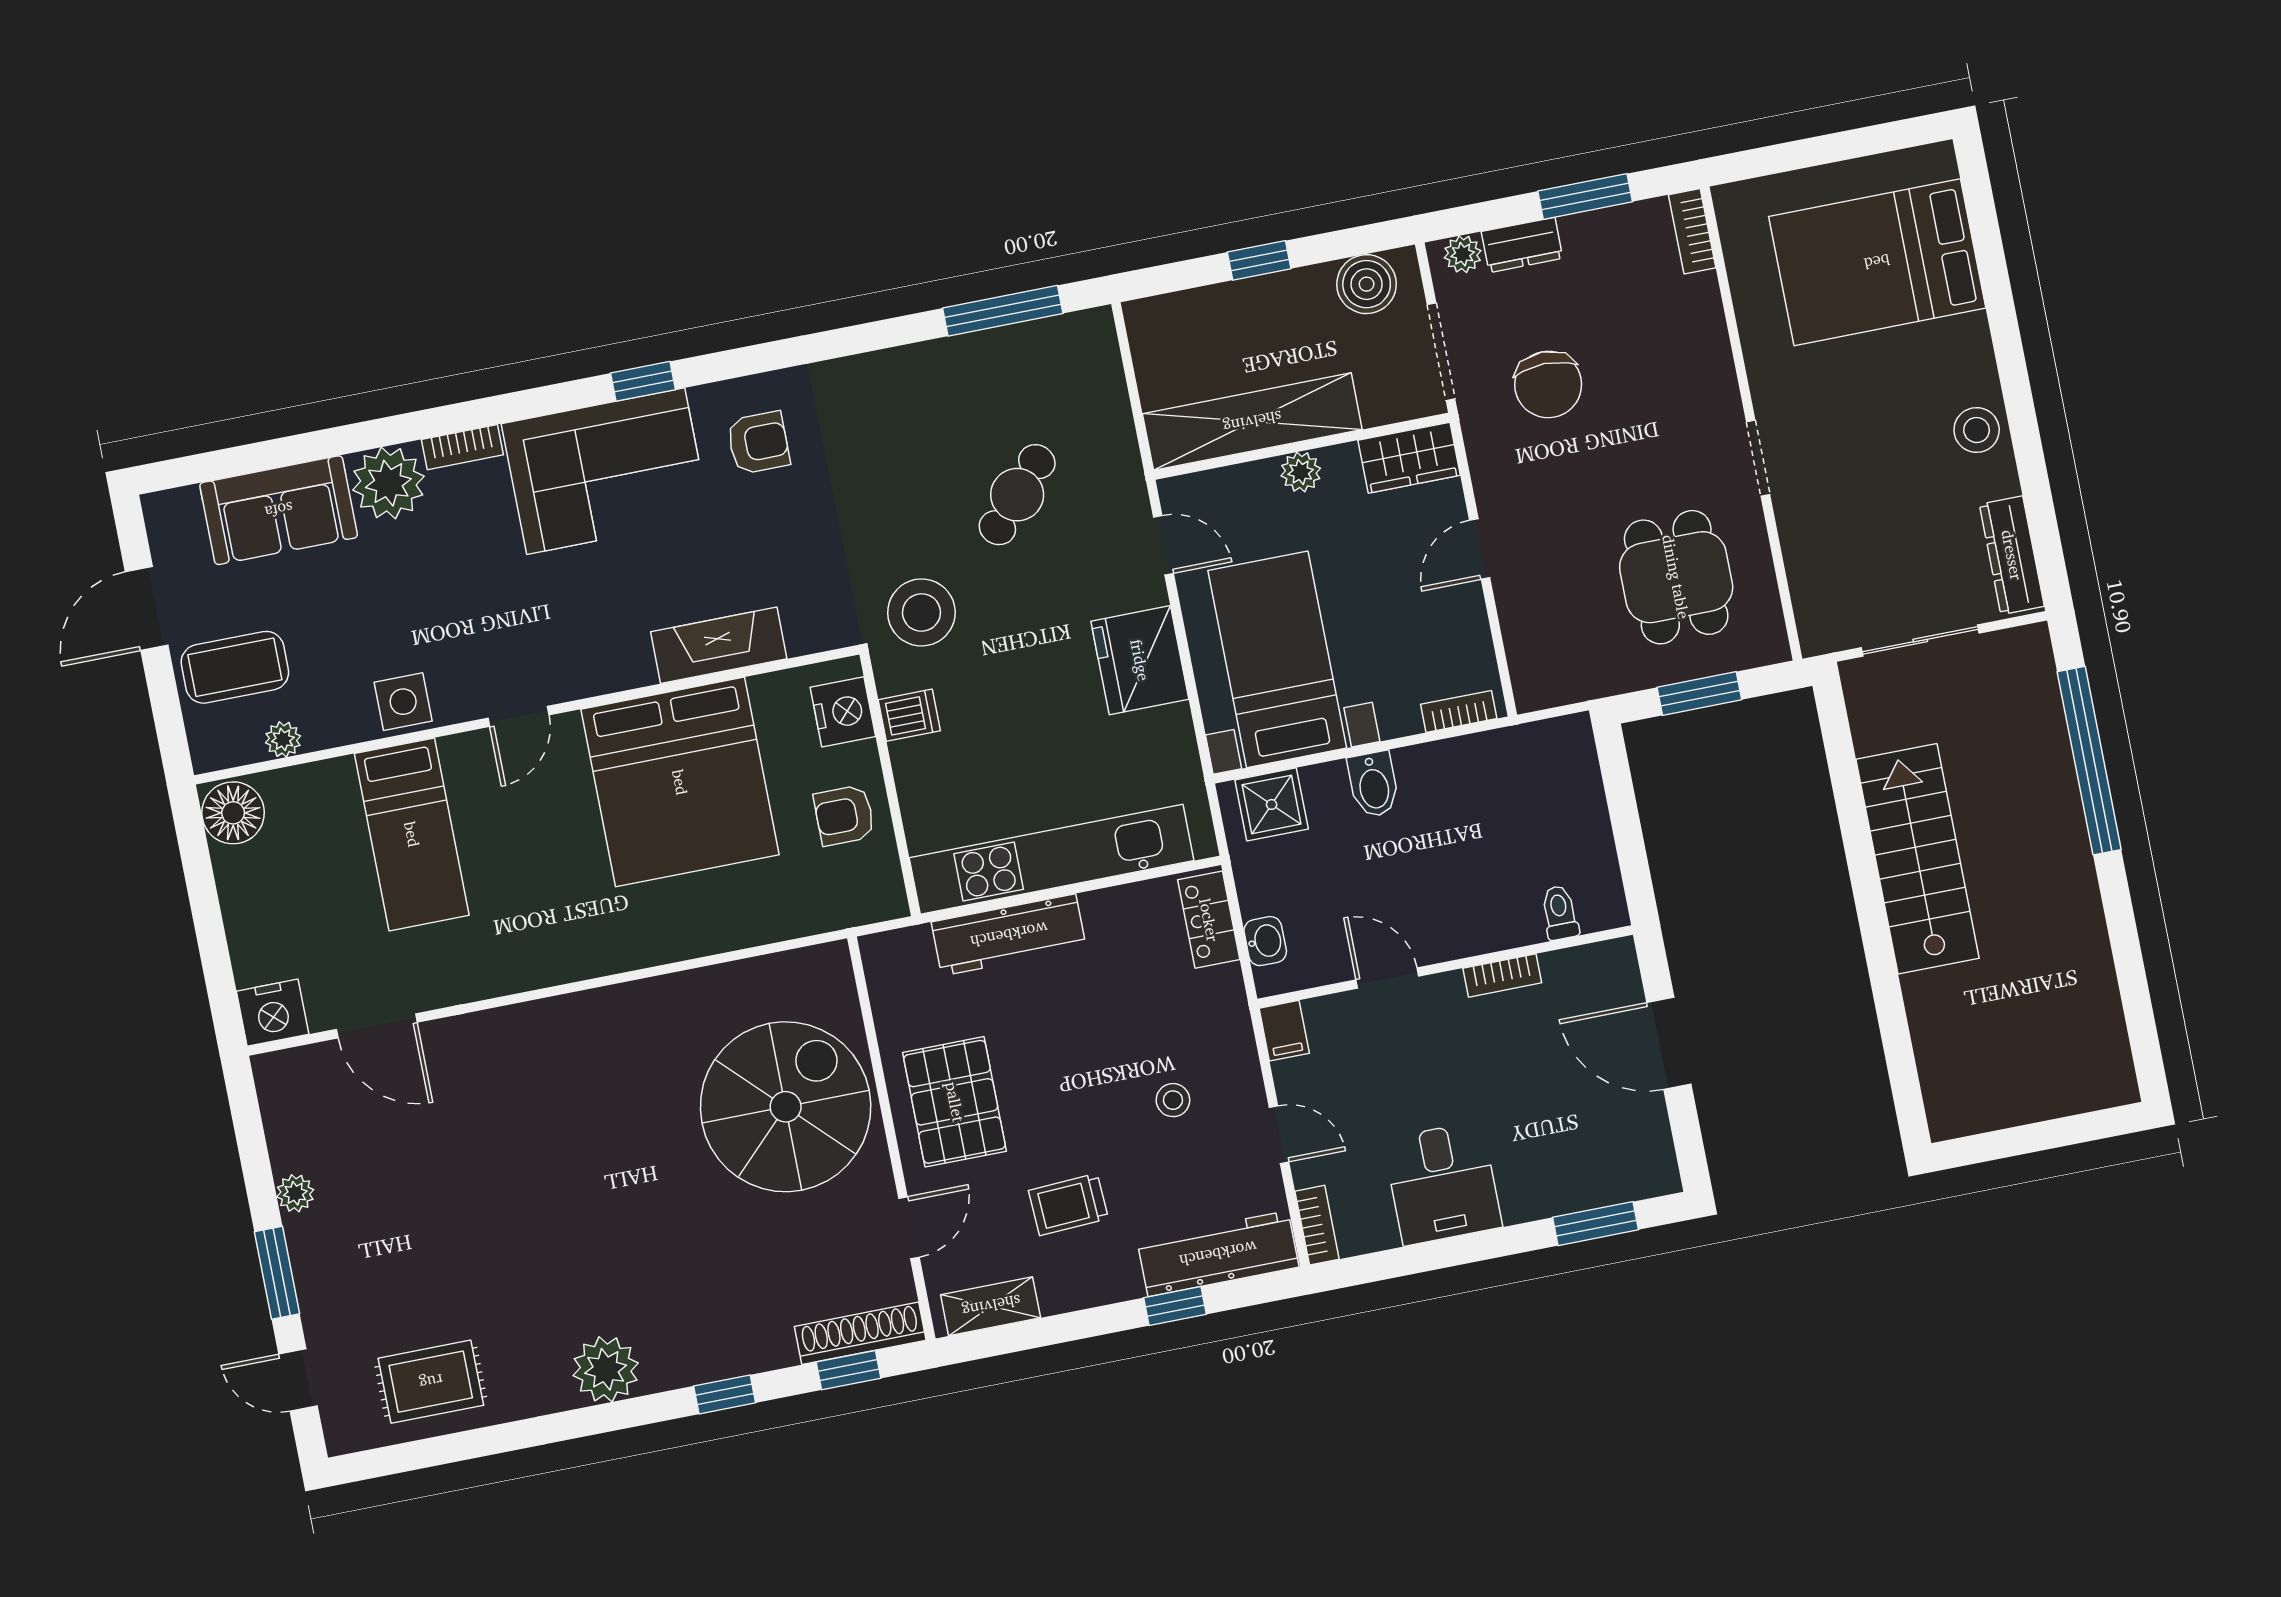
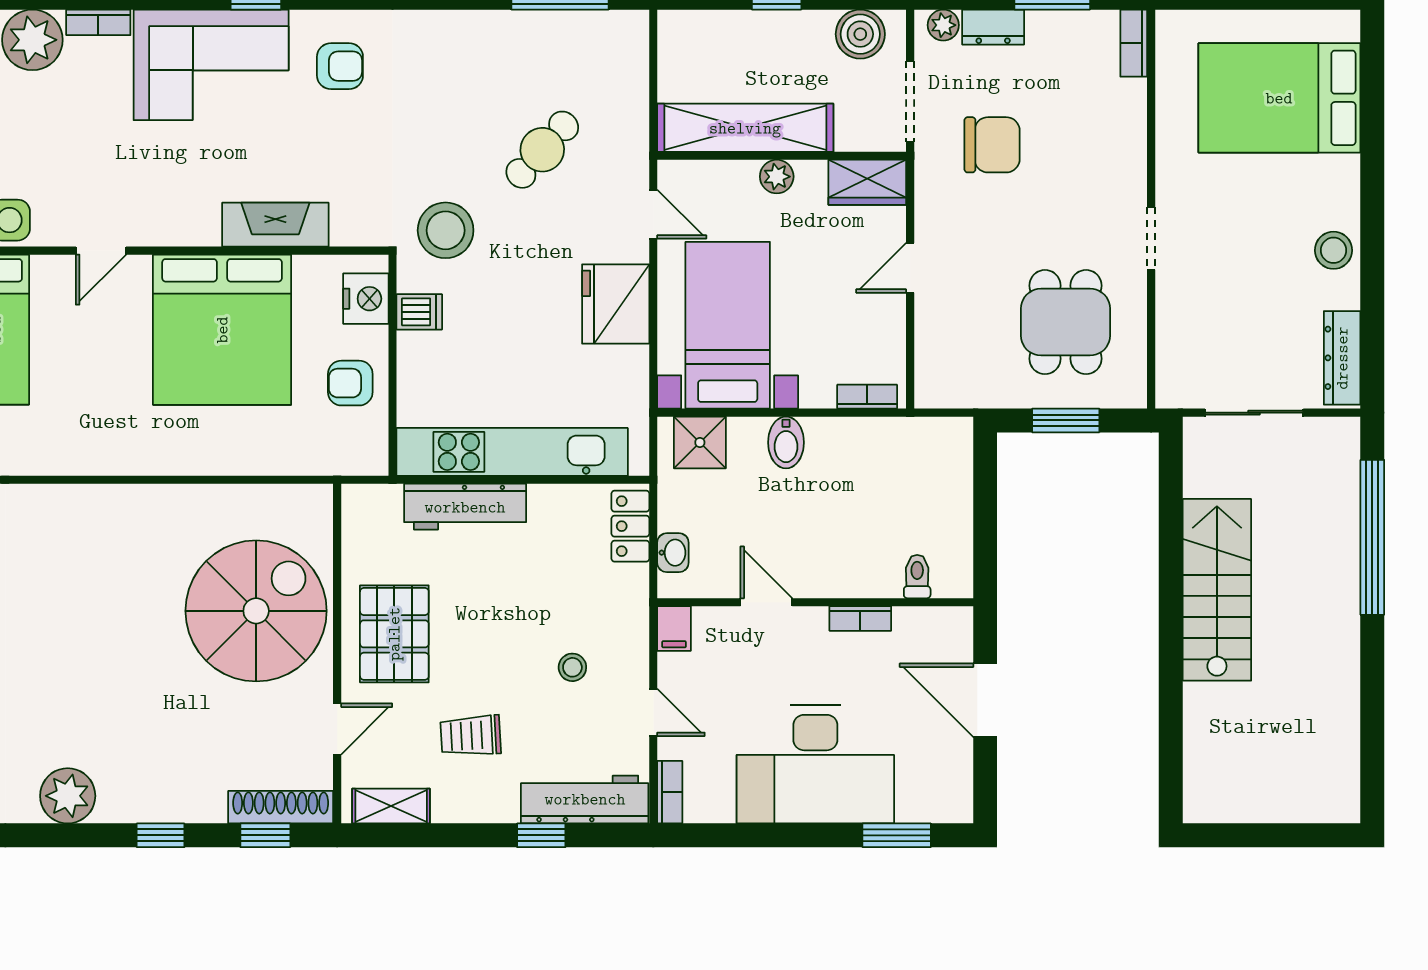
chair: (1548, 384) -> (992, 145), turned -90
desk: (1443, 1183) -> (815, 764), width x1.87, depth x1.30

